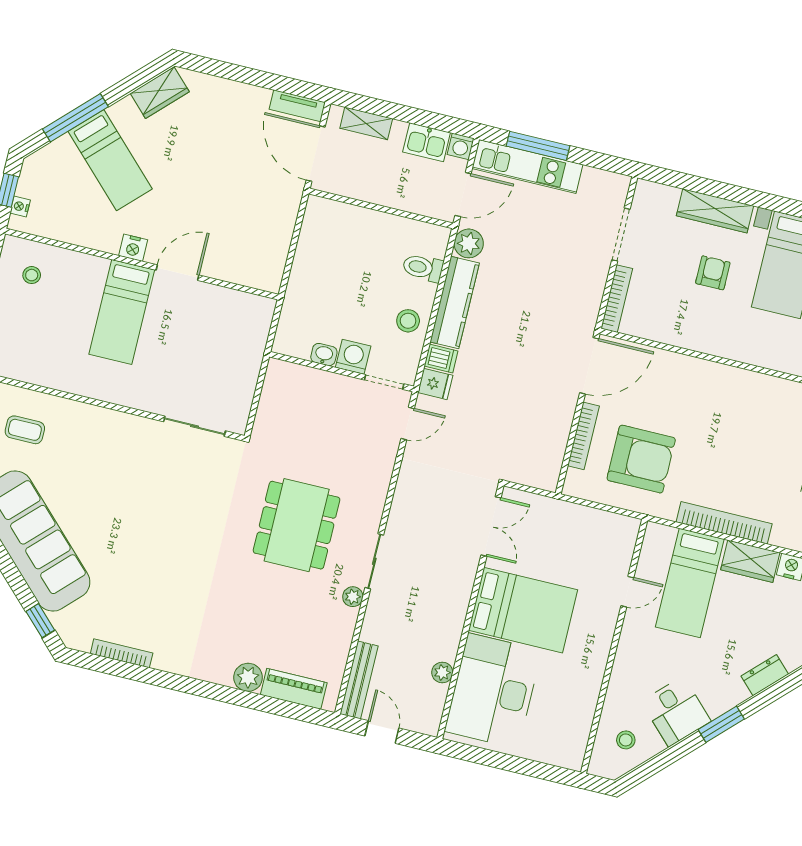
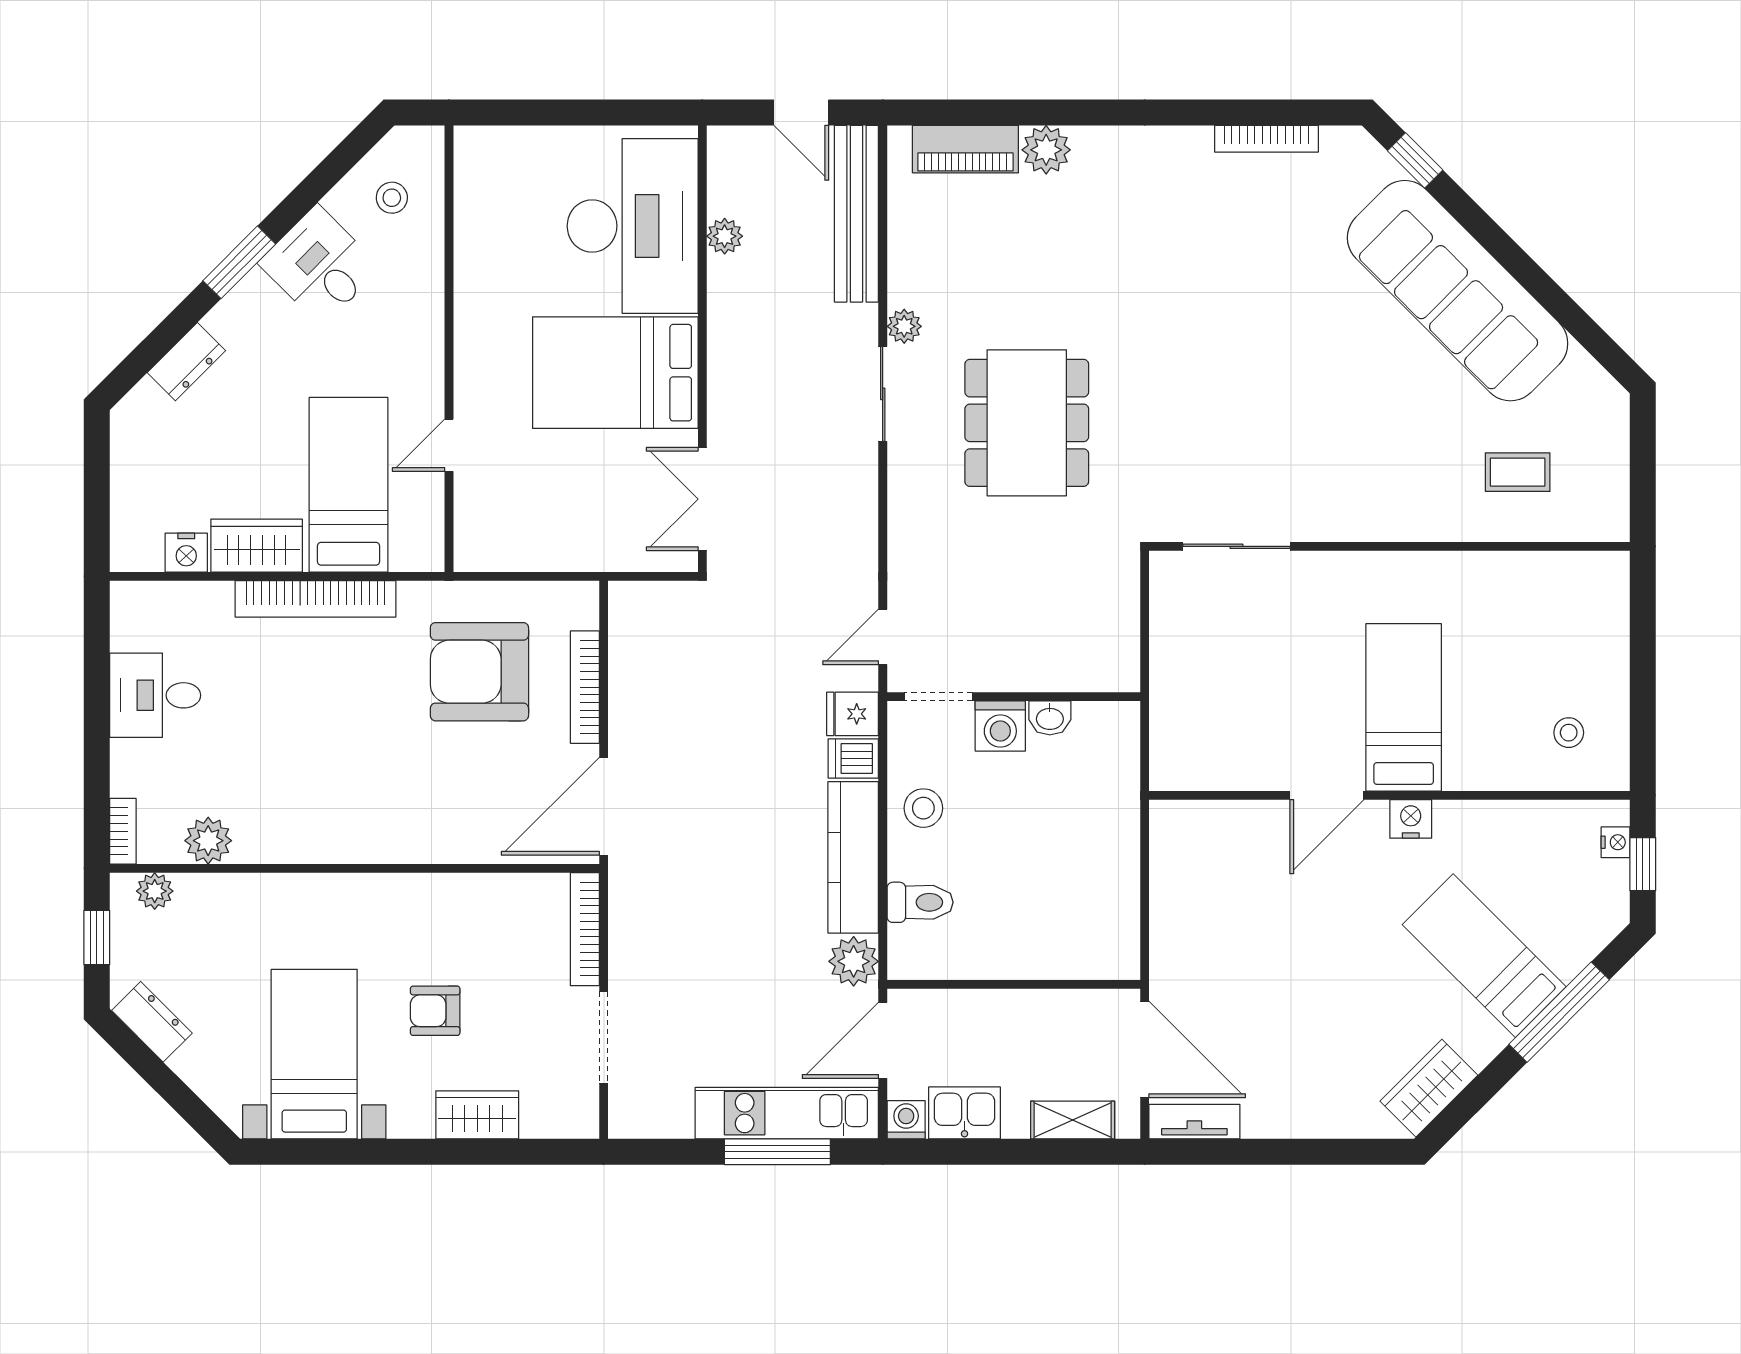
wardrobe: (715, 211) -> (477, 1115), width x0.67
armchair: (713, 273) -> (435, 1011), turned 90
bench: (359, 680) -> (856, 214), width x1.37, depth x1.21

